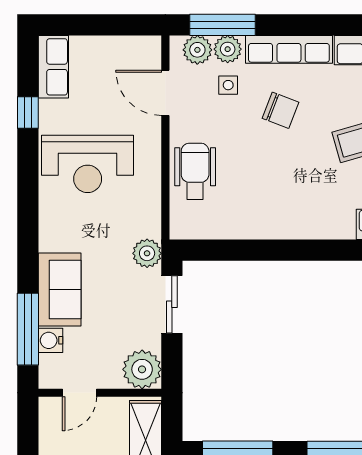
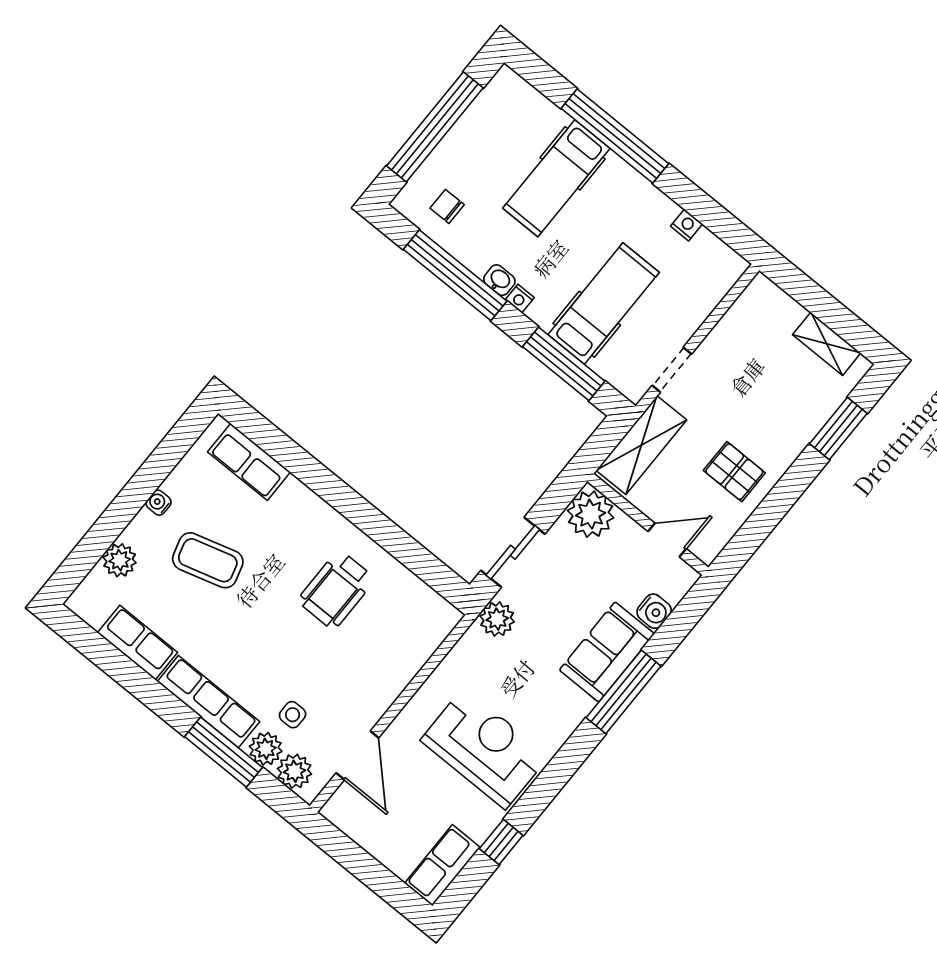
window: (222, 25) -> (223, 752), moved
chair: (281, 110) -> (263, 651), removed
wheelchair: (195, 171) -> (336, 590), moved
window: (28, 329) -> (624, 692), moved

